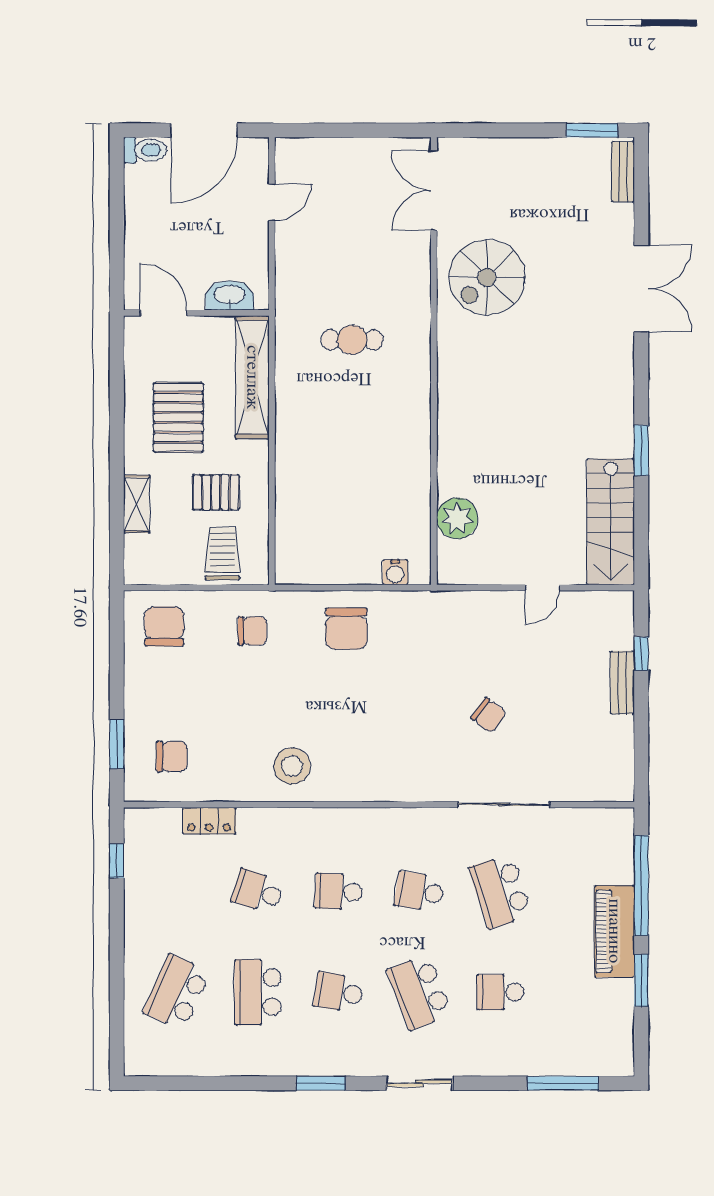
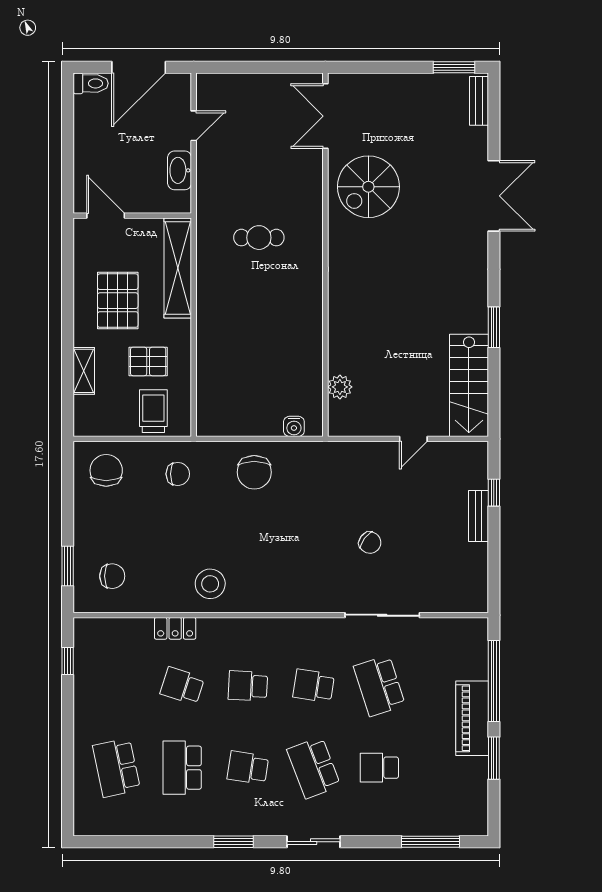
washbasin: (230, 296) -> (180, 170), moved, turned -90
plant: (457, 518) -> (340, 387), width x0.73, depth x0.73
locker: (209, 821) -> (175, 628), moved
school desk: (177, 992) -> (116, 768), turned -36

